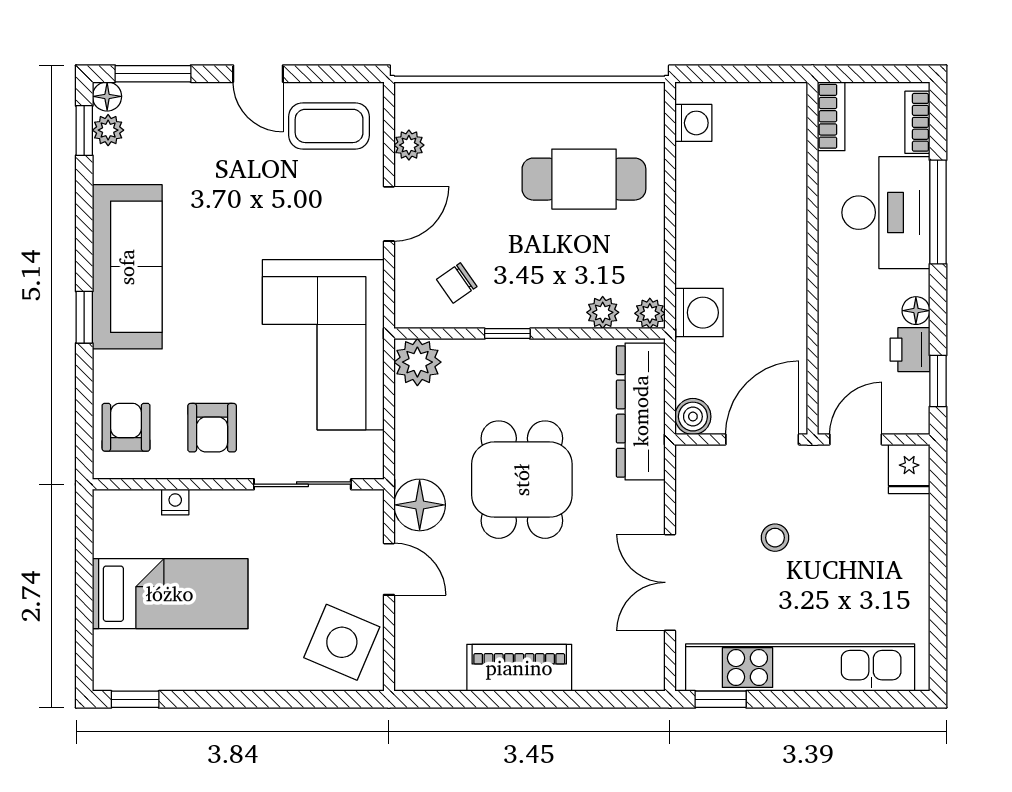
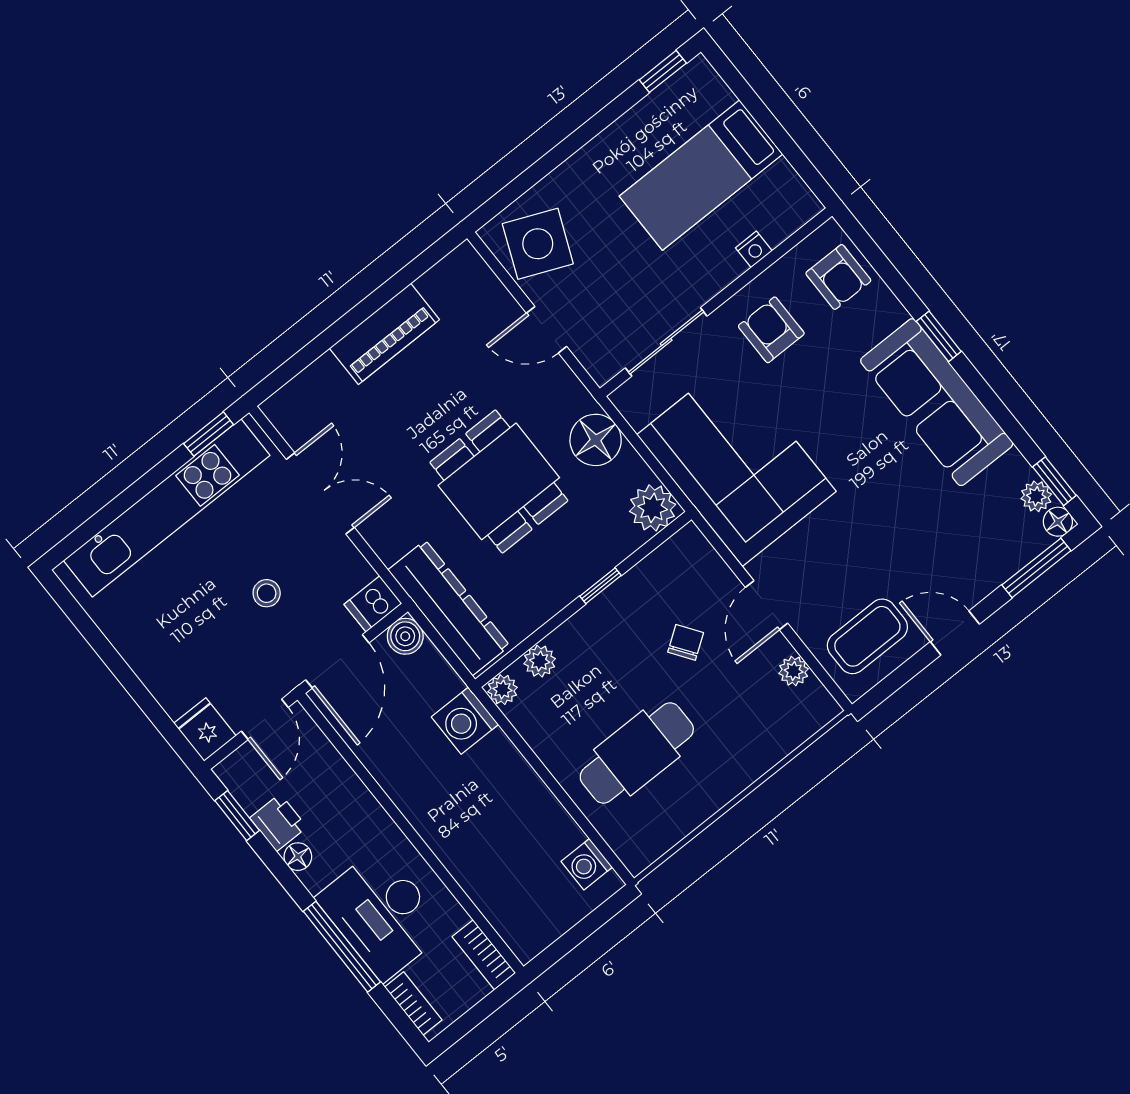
chair: (457, 283) -> (686, 642), moved
dishwasher: (698, 462) -> (373, 604), added
floor lamp: (420, 505) -> (596, 440), moved

